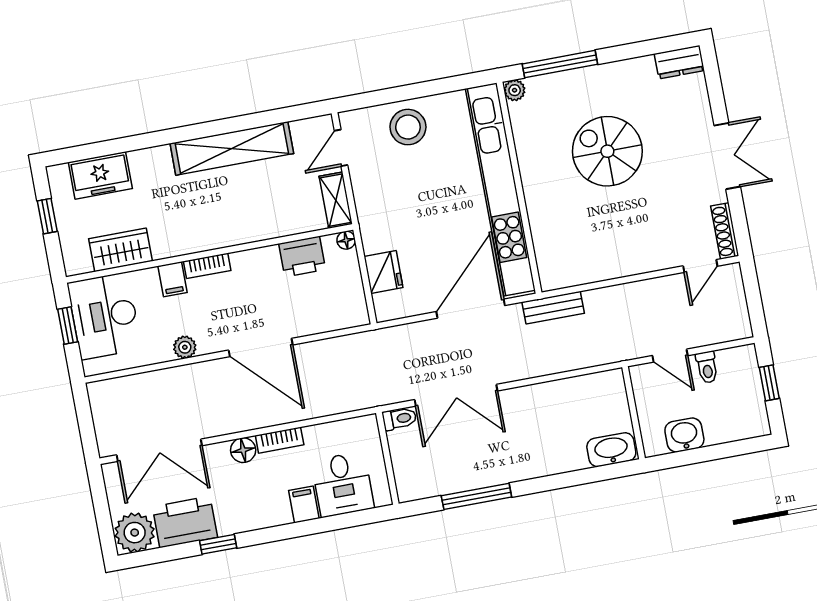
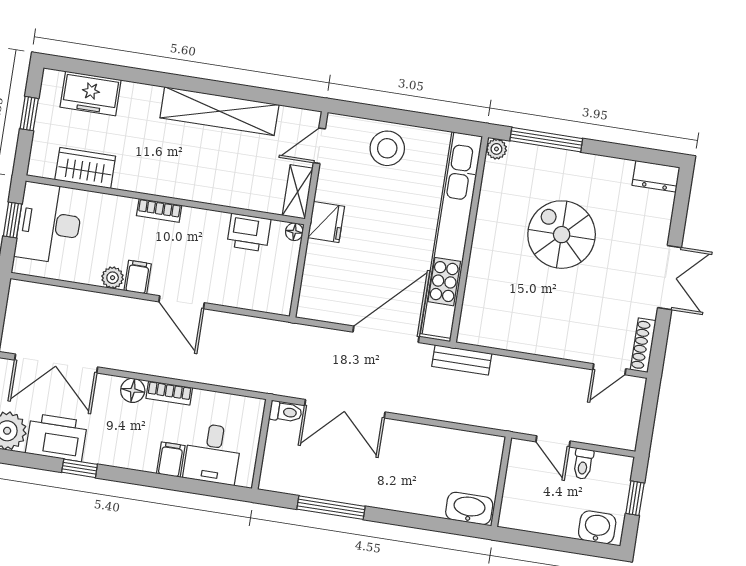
fridge: (383, 272) -> (326, 222), moved
filing cabinet: (173, 279) -> (138, 277), moved, turned 180
door: (261, 348) -> (182, 302), width x0.73
washbasin: (684, 435) -> (597, 527), moved

